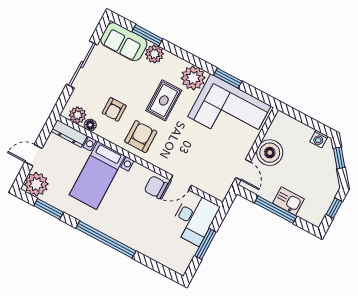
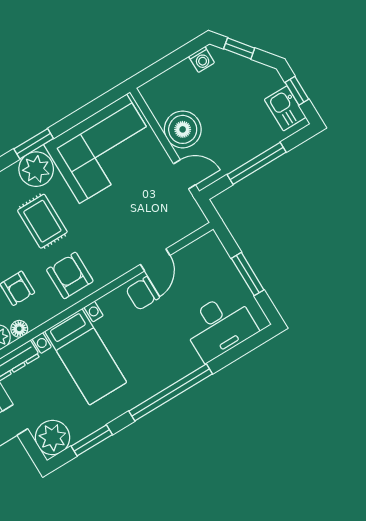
window: (228, 78) -> (34, 144), moved
kitchen sink: (288, 201) -> (285, 108), moved, turned -90
desk: (194, 218) -> (219, 326), moved, turned 90

